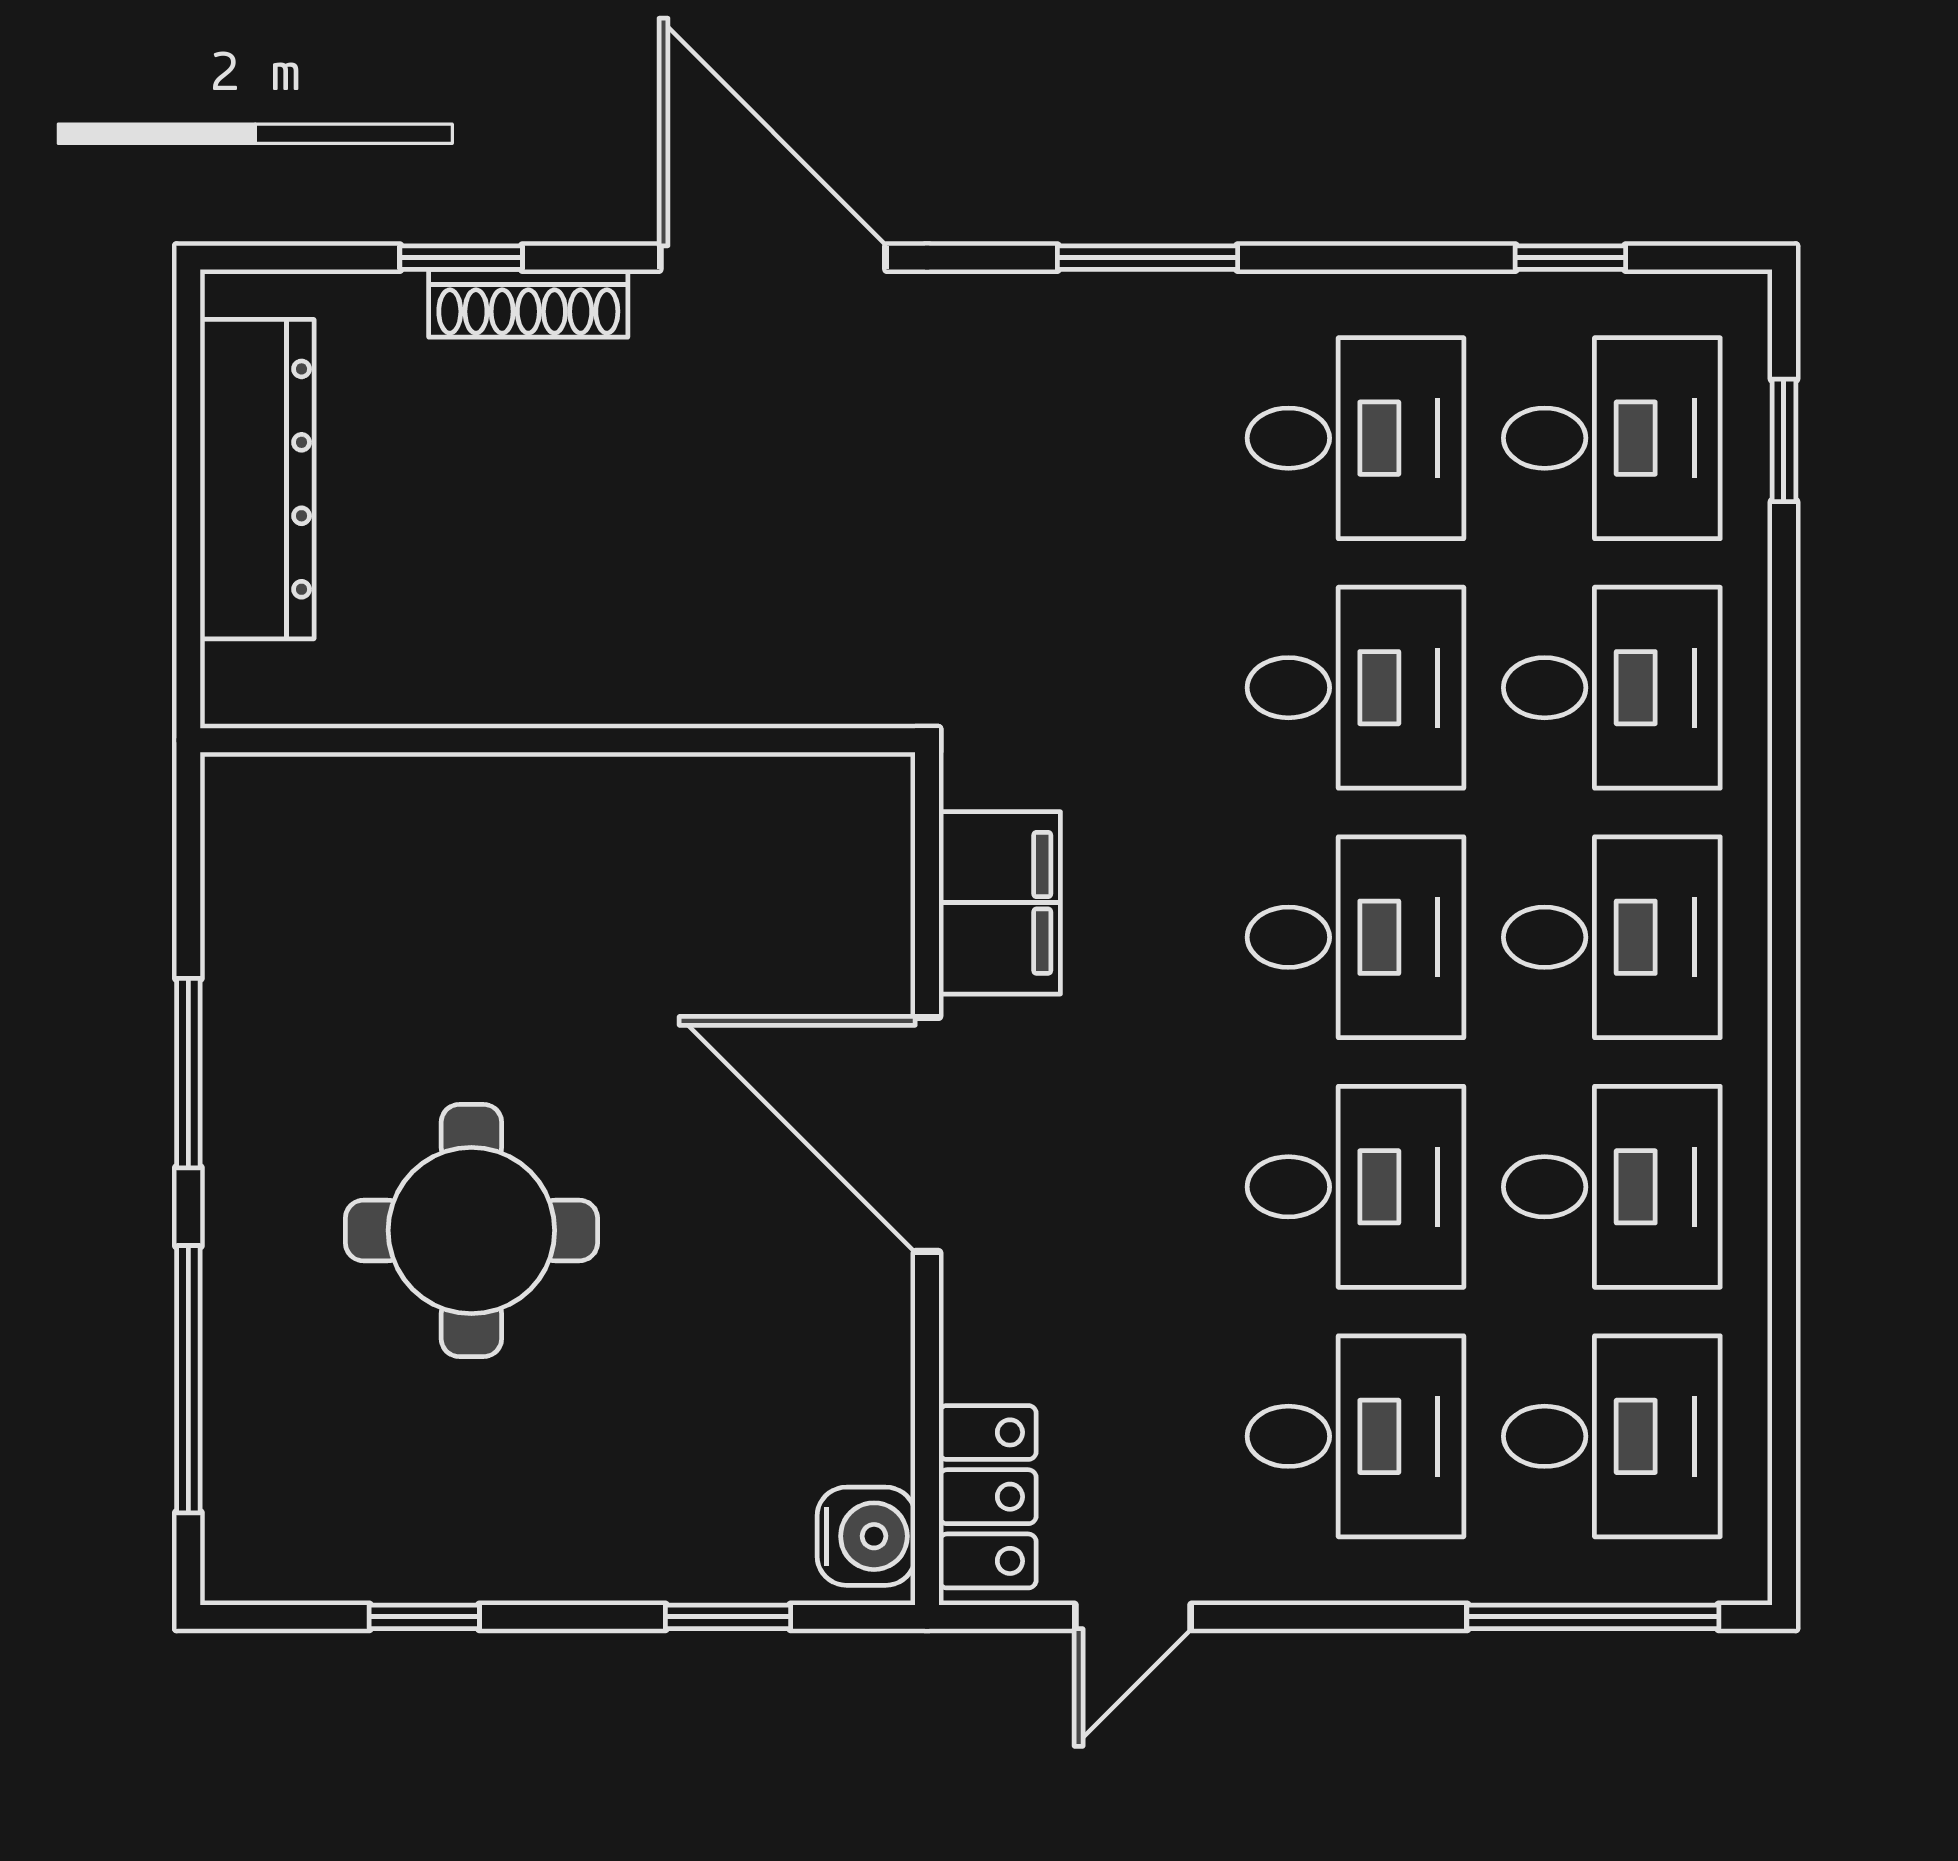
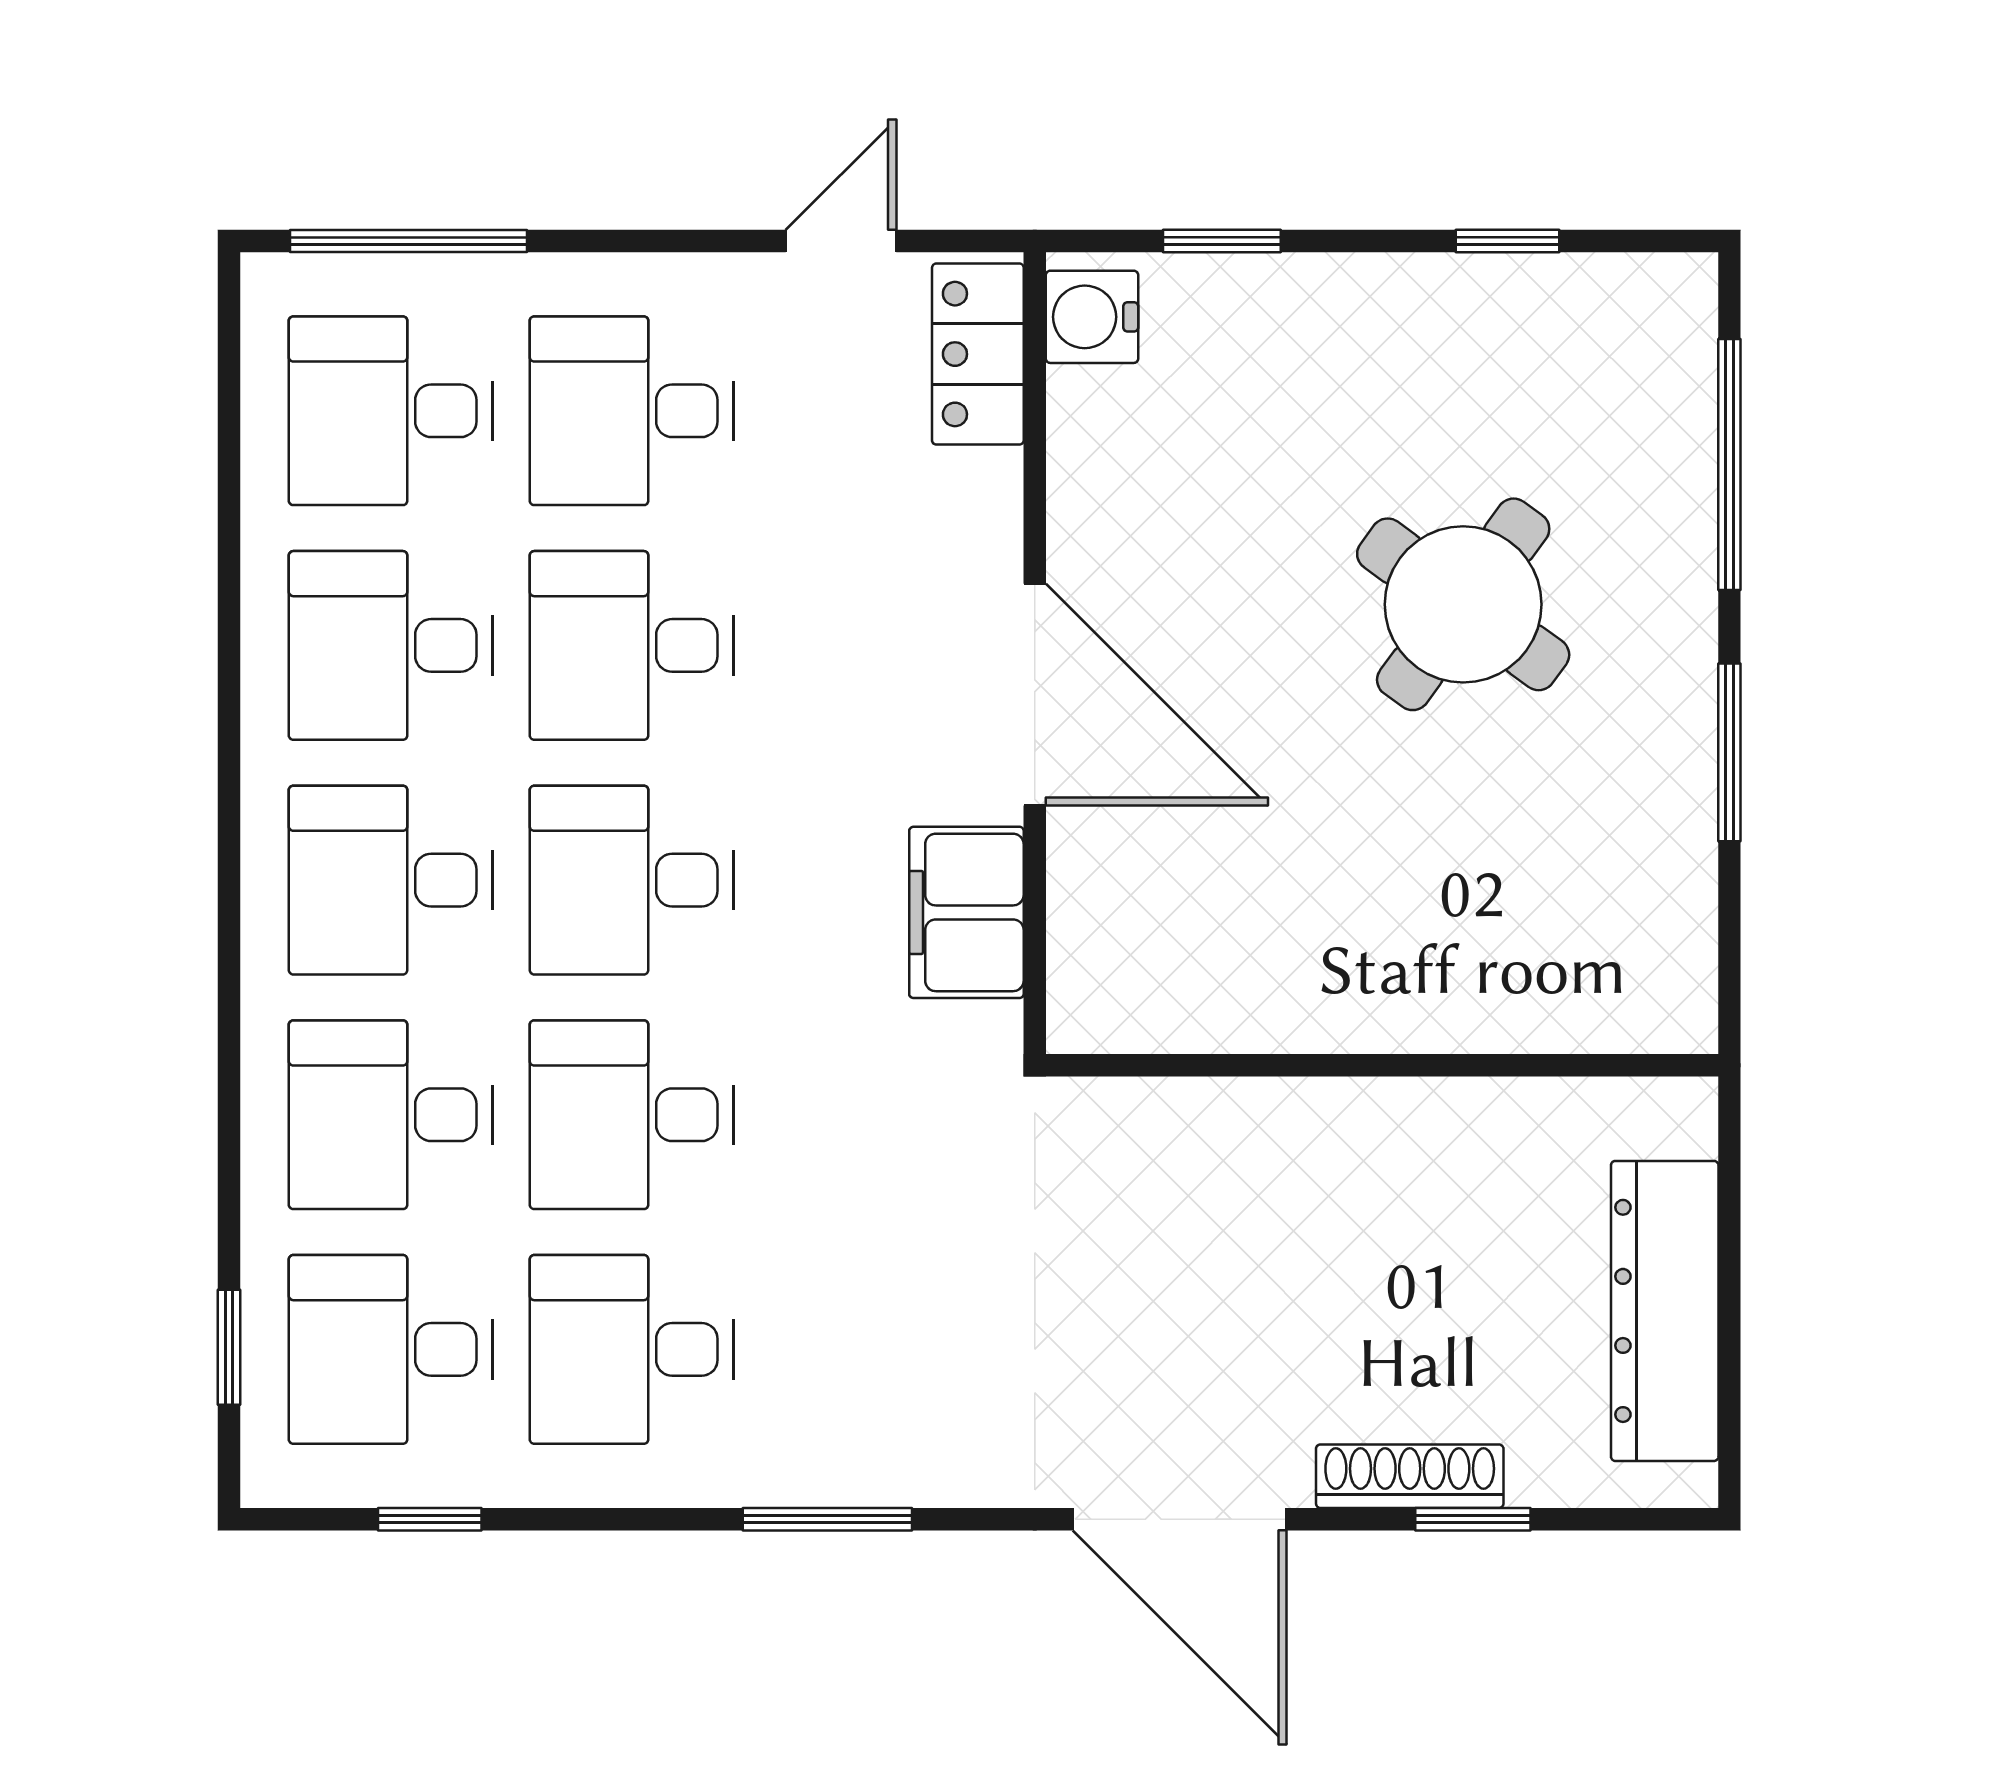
round table: (471, 1230) -> (1463, 604), turned 36

